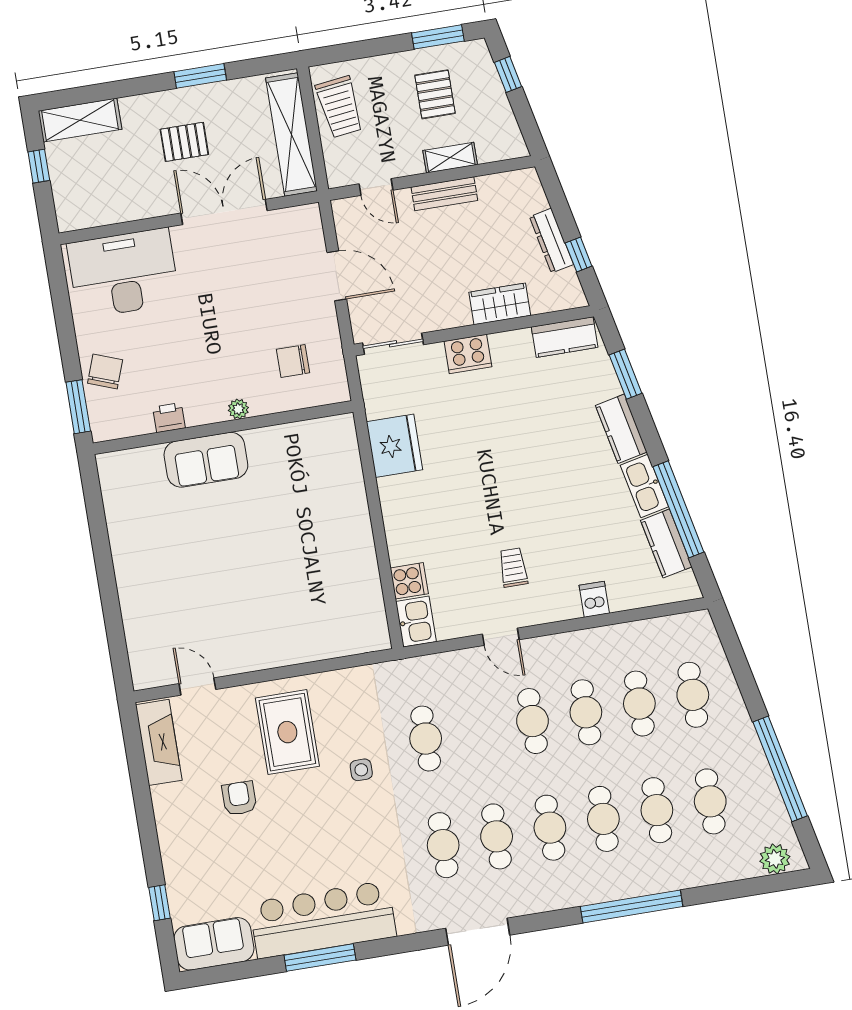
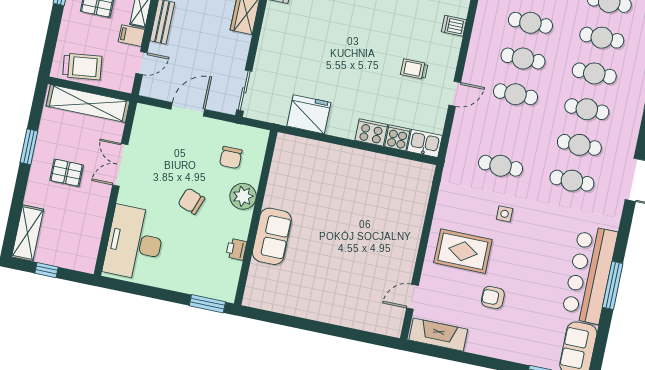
pallet: (184, 142) -> (67, 173), turned 90
filing cabinet: (409, 158) -> (131, 36), added
double door: (224, 212) -> (120, 165), width x0.73
cooker: (468, 354) -> (371, 132), moved, turned -90
chair: (105, 371) -> (191, 201), moved
plant: (238, 409) -> (243, 196), width x1.87, depth x1.87

